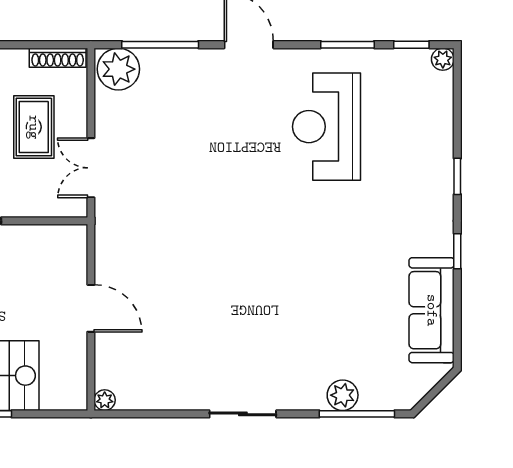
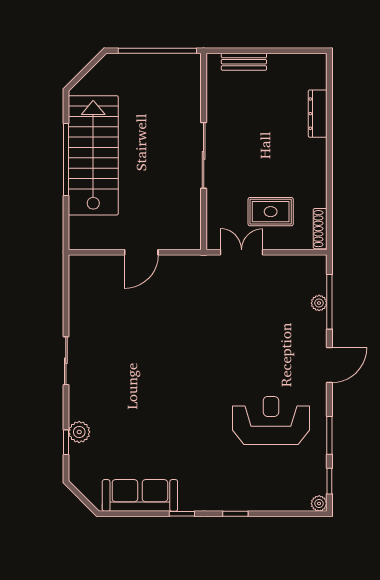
plant: (118, 69) -> (319, 303), moved, width x0.53, depth x0.53
plant: (105, 400) -> (76, 262), removed
window: (357, 414) -> (66, 442), width x0.46

